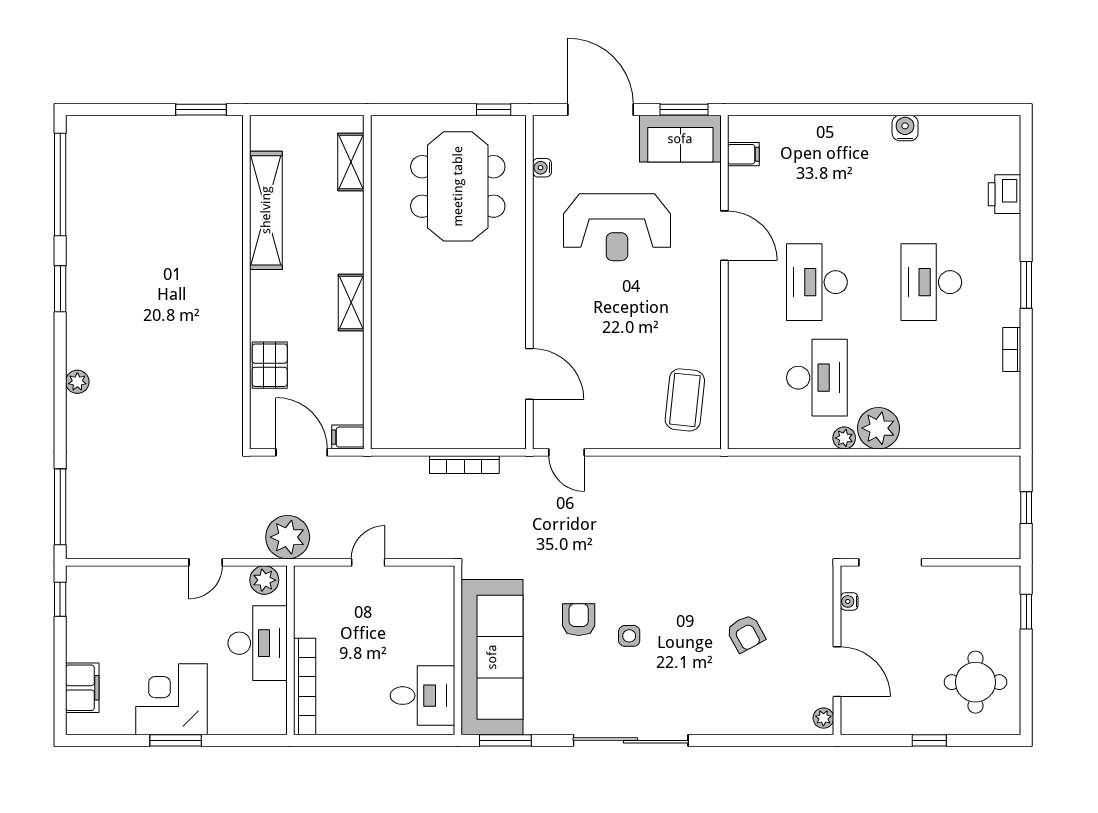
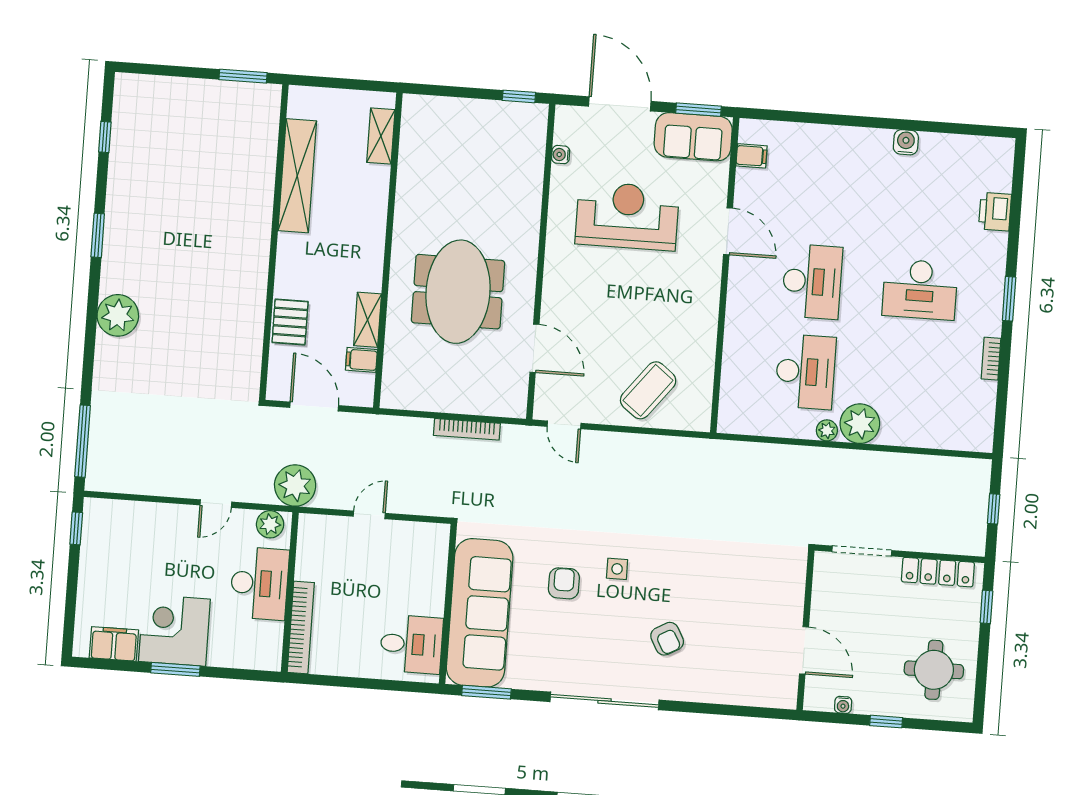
window: (60, 184) -> (105, 137), width x0.32
meeting table: (458, 186) -> (458, 292), moved
reception desk: (617, 227) -> (627, 216), turned 180
desk: (817, 282) -> (812, 282), turned 180
desk: (931, 282) -> (920, 289), turned -90
shelving: (351, 302) -> (368, 320), moved
plant: (77, 382) -> (118, 315), width x1.87, depth x1.87
coffee table: (685, 400) -> (648, 390), moved, turned 32
filing cabinet: (348, 437) -> (361, 360), moved
locker: (972, 579) -> (938, 572), added
water cooler: (849, 601) -> (843, 705), moved, turned -90
armchair: (746, 633) -> (667, 639), moved
side table: (629, 636) -> (617, 569), moved
filing cabinet: (82, 688) -> (114, 644), moved, turned -90
plant: (823, 718) -> (788, 693), removed

